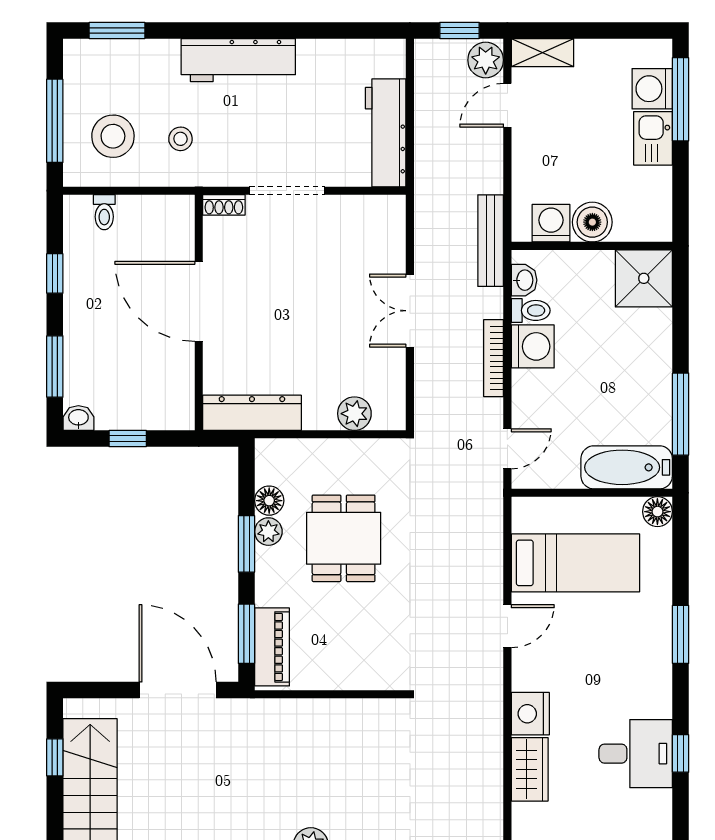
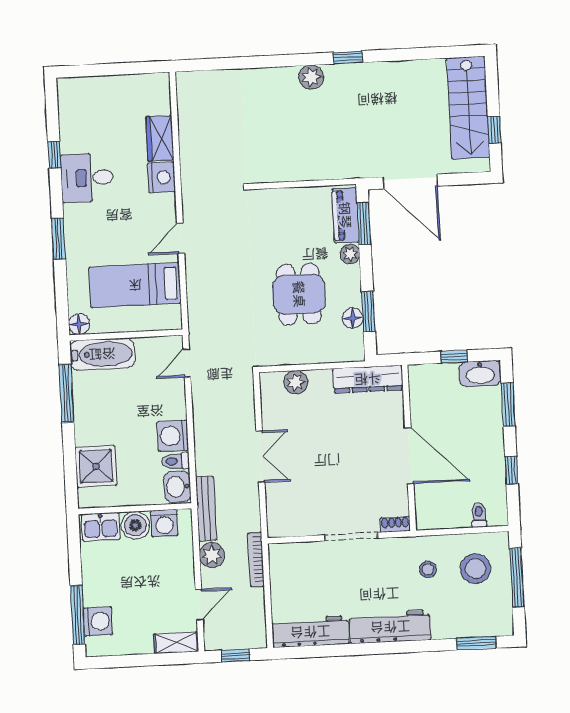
plant: (486, 60) -> (212, 555), moved
workbench: (386, 133) -> (310, 632), moved, turned -90
kitchen sink: (653, 138) -> (101, 527), moved, turned 90
shower: (644, 278) -> (96, 466), moved
washbasin: (524, 280) -> (177, 487), width x1.38, depth x1.45
bookcase: (494, 358) -> (256, 559), moved, turned 180
washbasin: (78, 418) -> (480, 374), width x1.91, depth x1.45
plant: (268, 532) -> (350, 254), moved
window: (246, 544) -> (368, 312), moved
desk: (636, 754) -> (87, 178), moved

